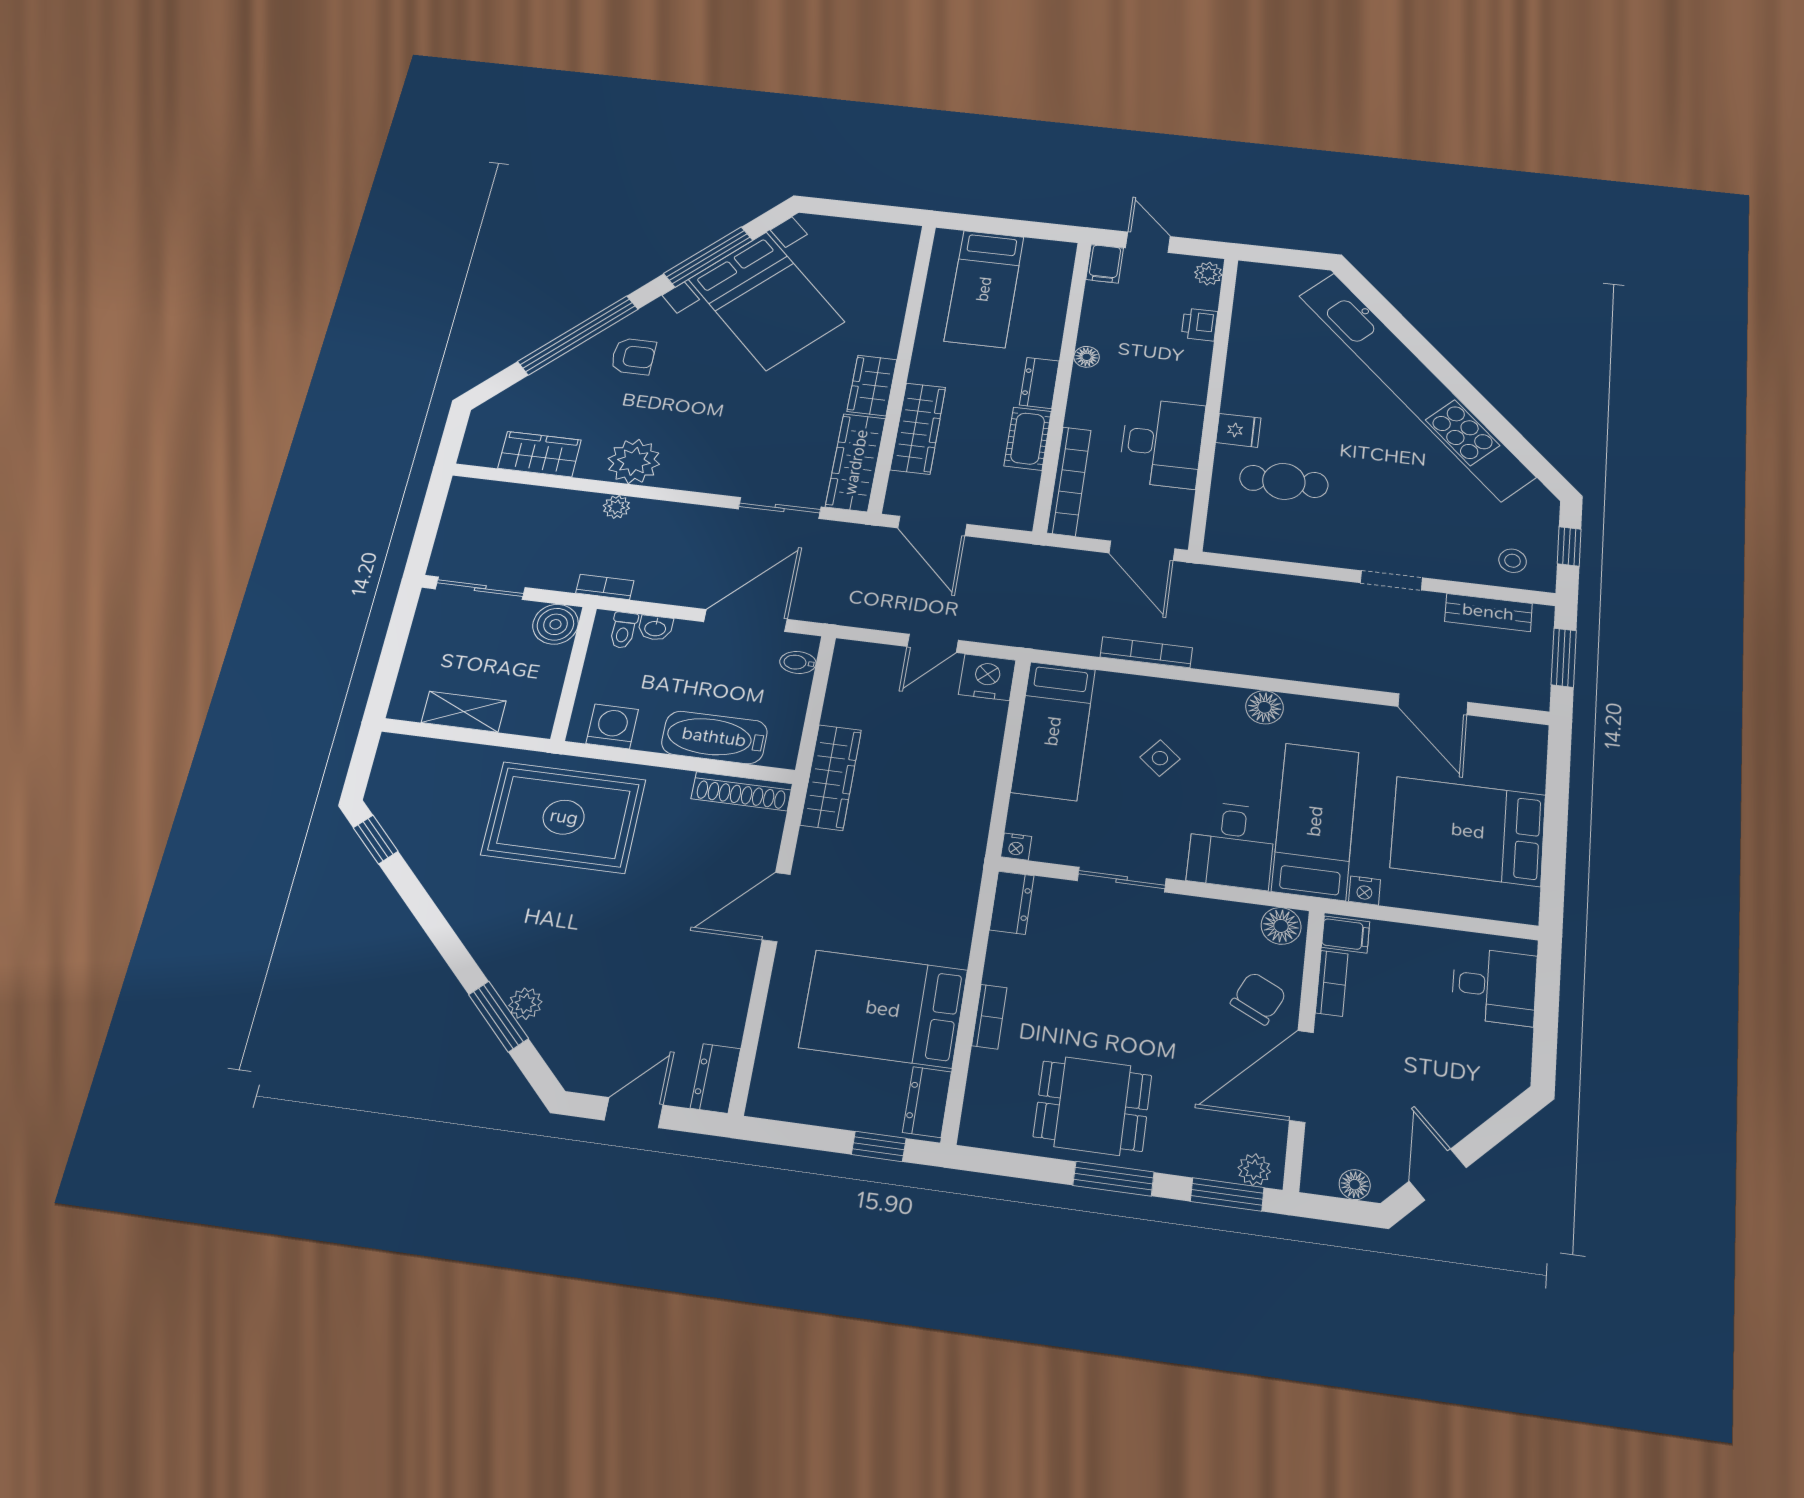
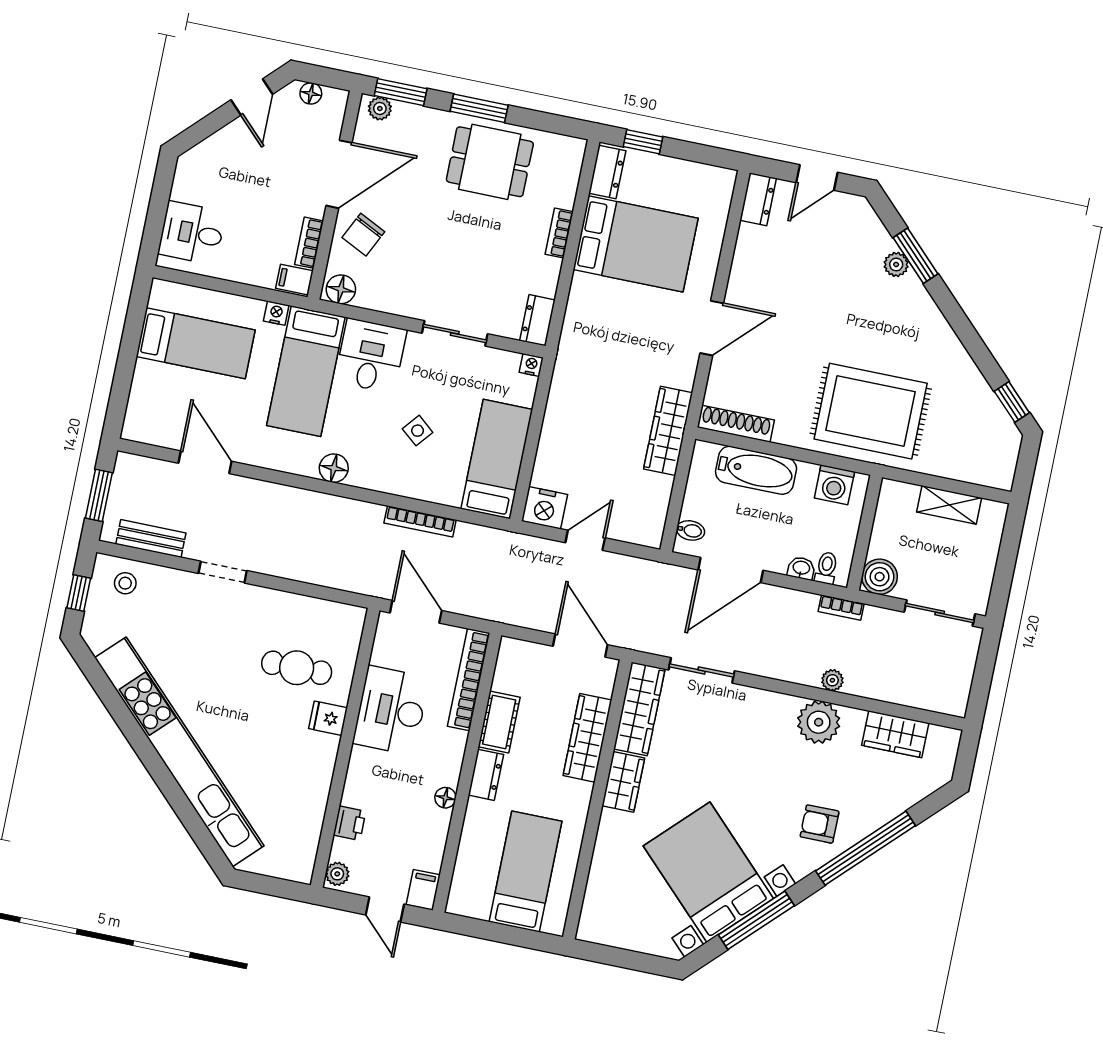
bed: (1468, 831) -> (196, 343), width x0.67

